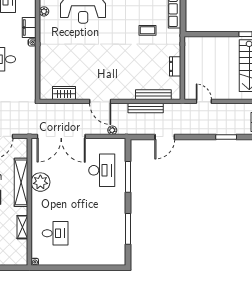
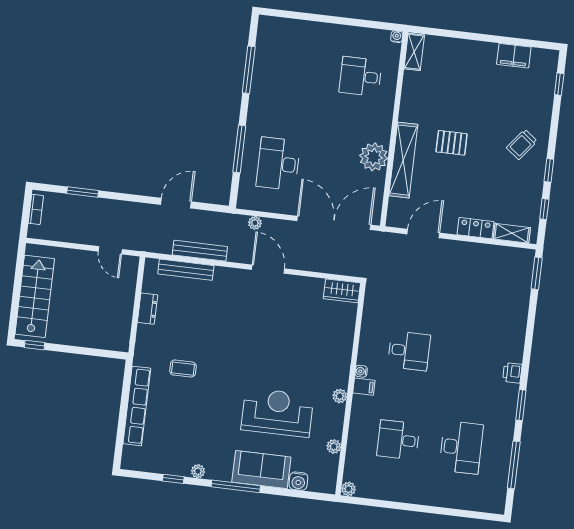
plant: (44, 11) -> (340, 396), moved
filing cabinet: (29, 28) -> (364, 387), width x0.50
wardrobe: (64, 93) -> (342, 291), moved
shelving: (22, 227) -> (414, 52), moved

